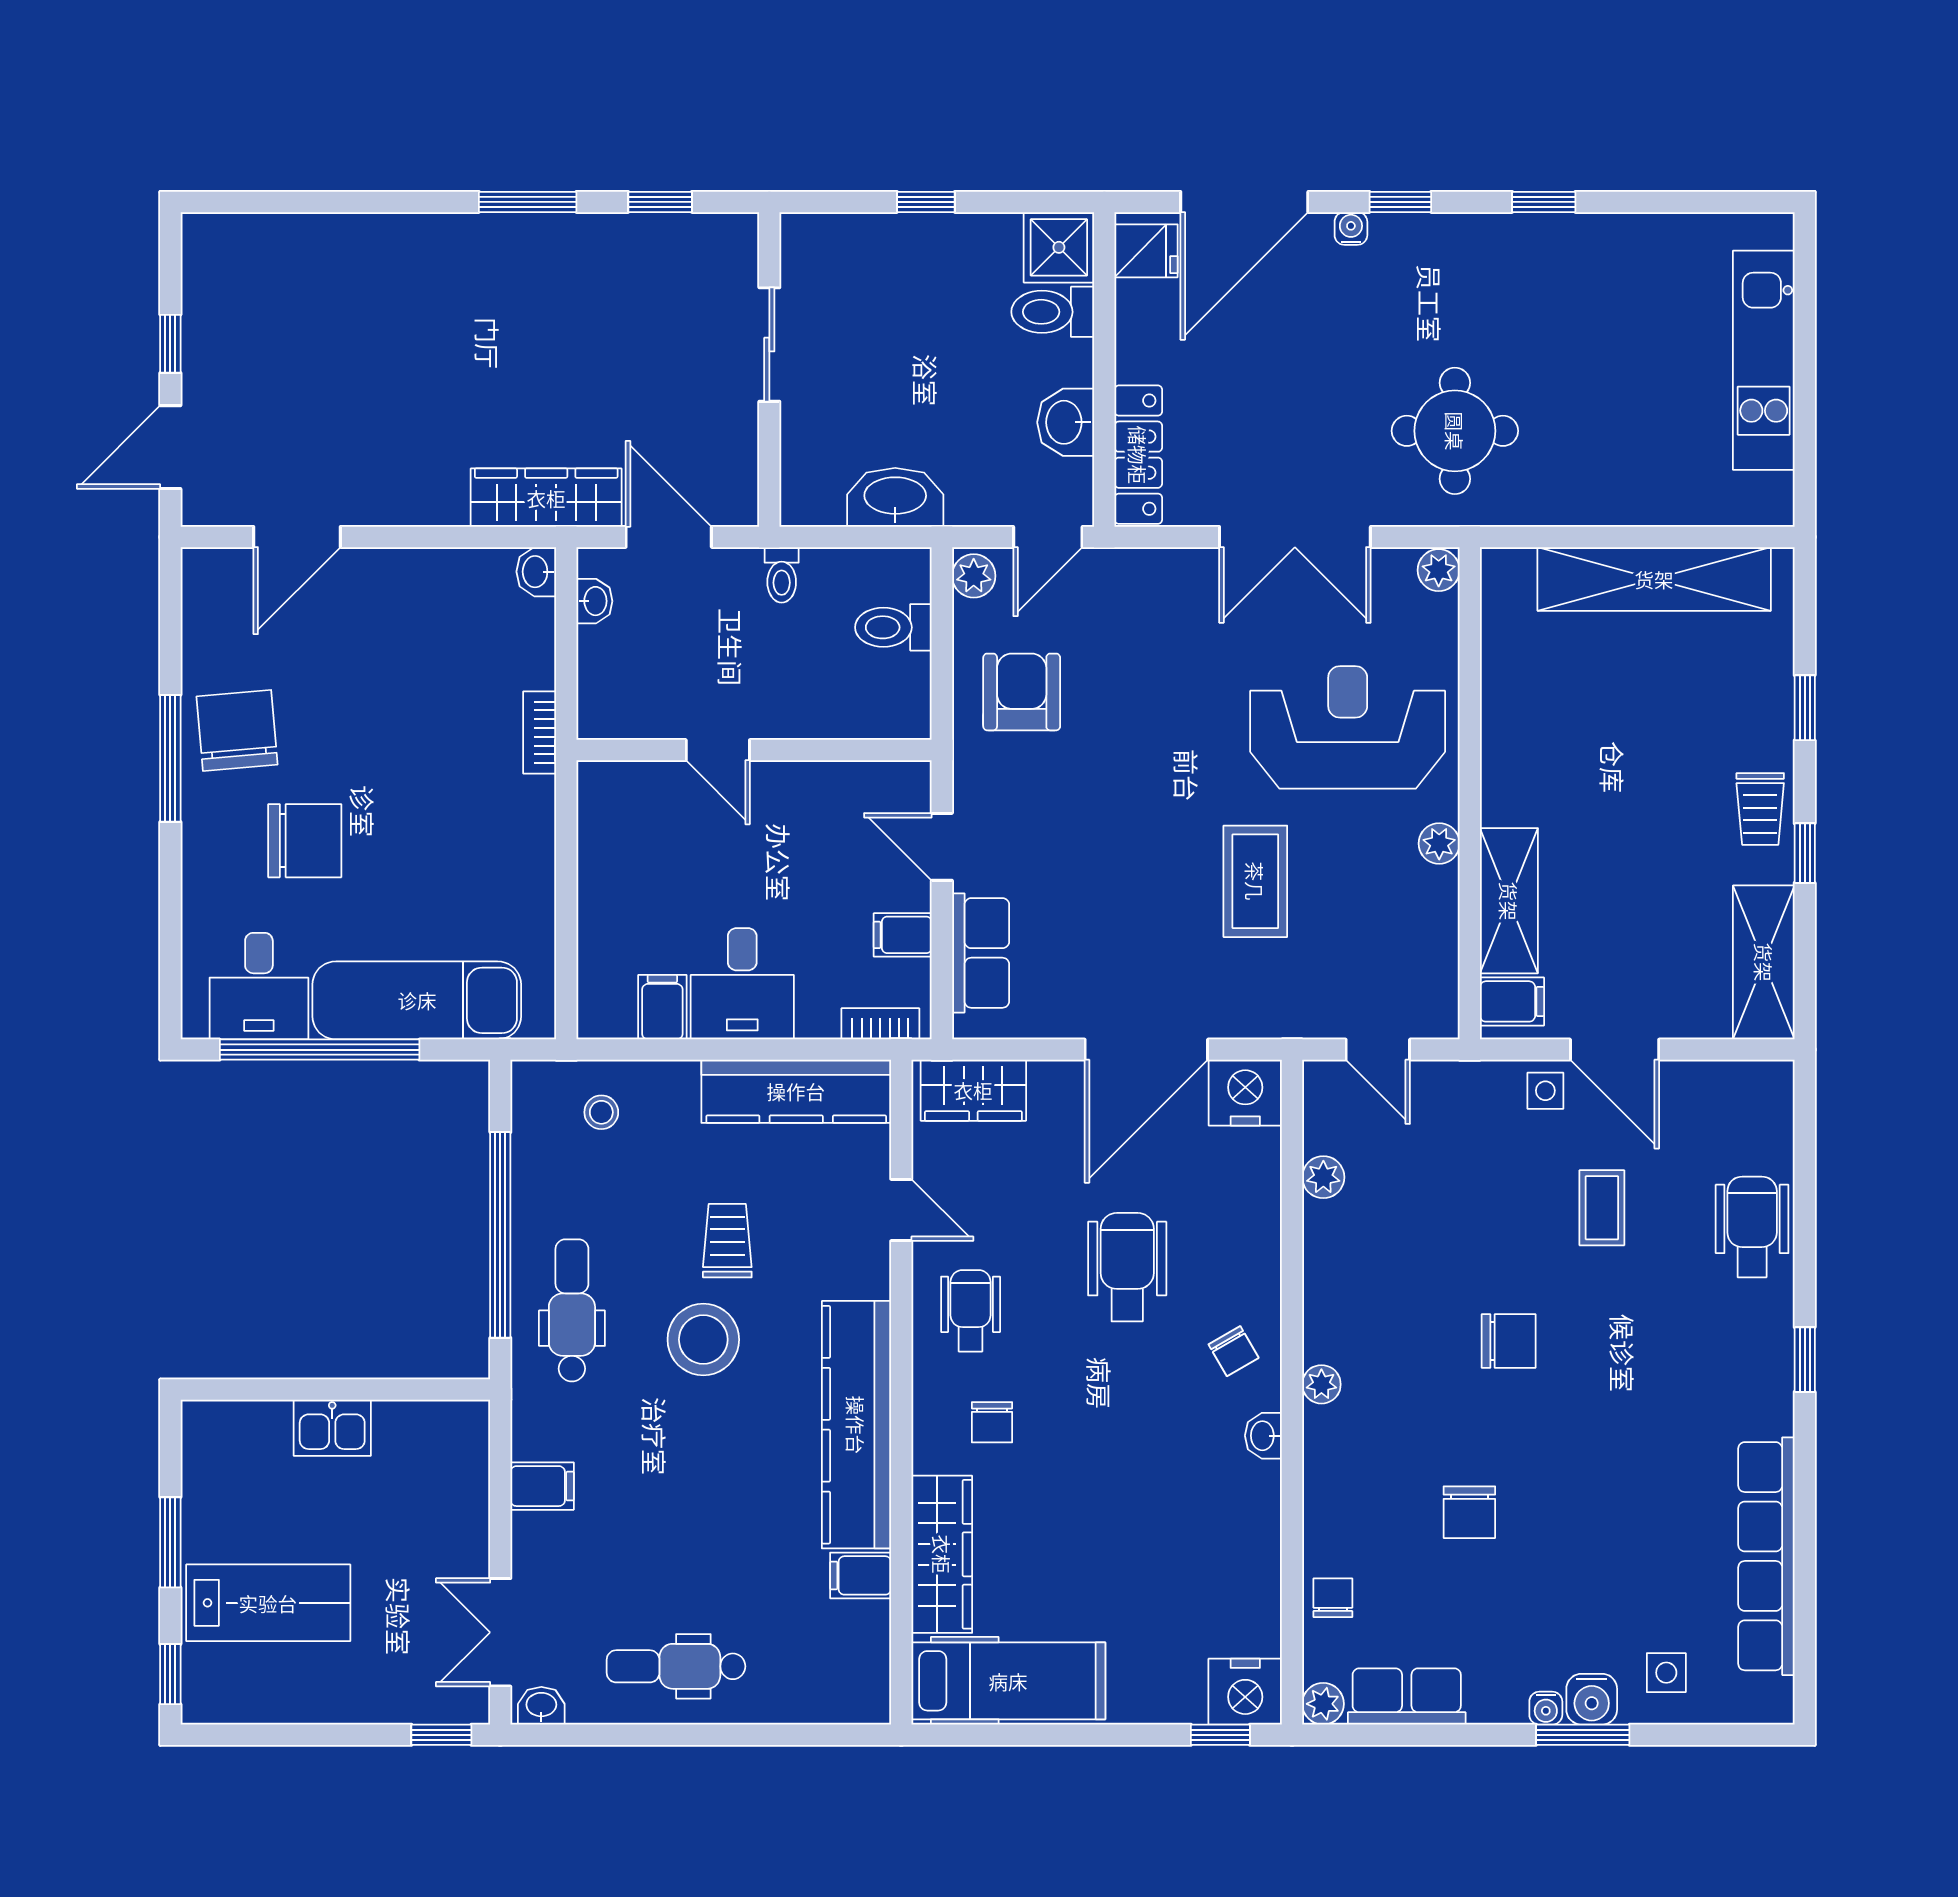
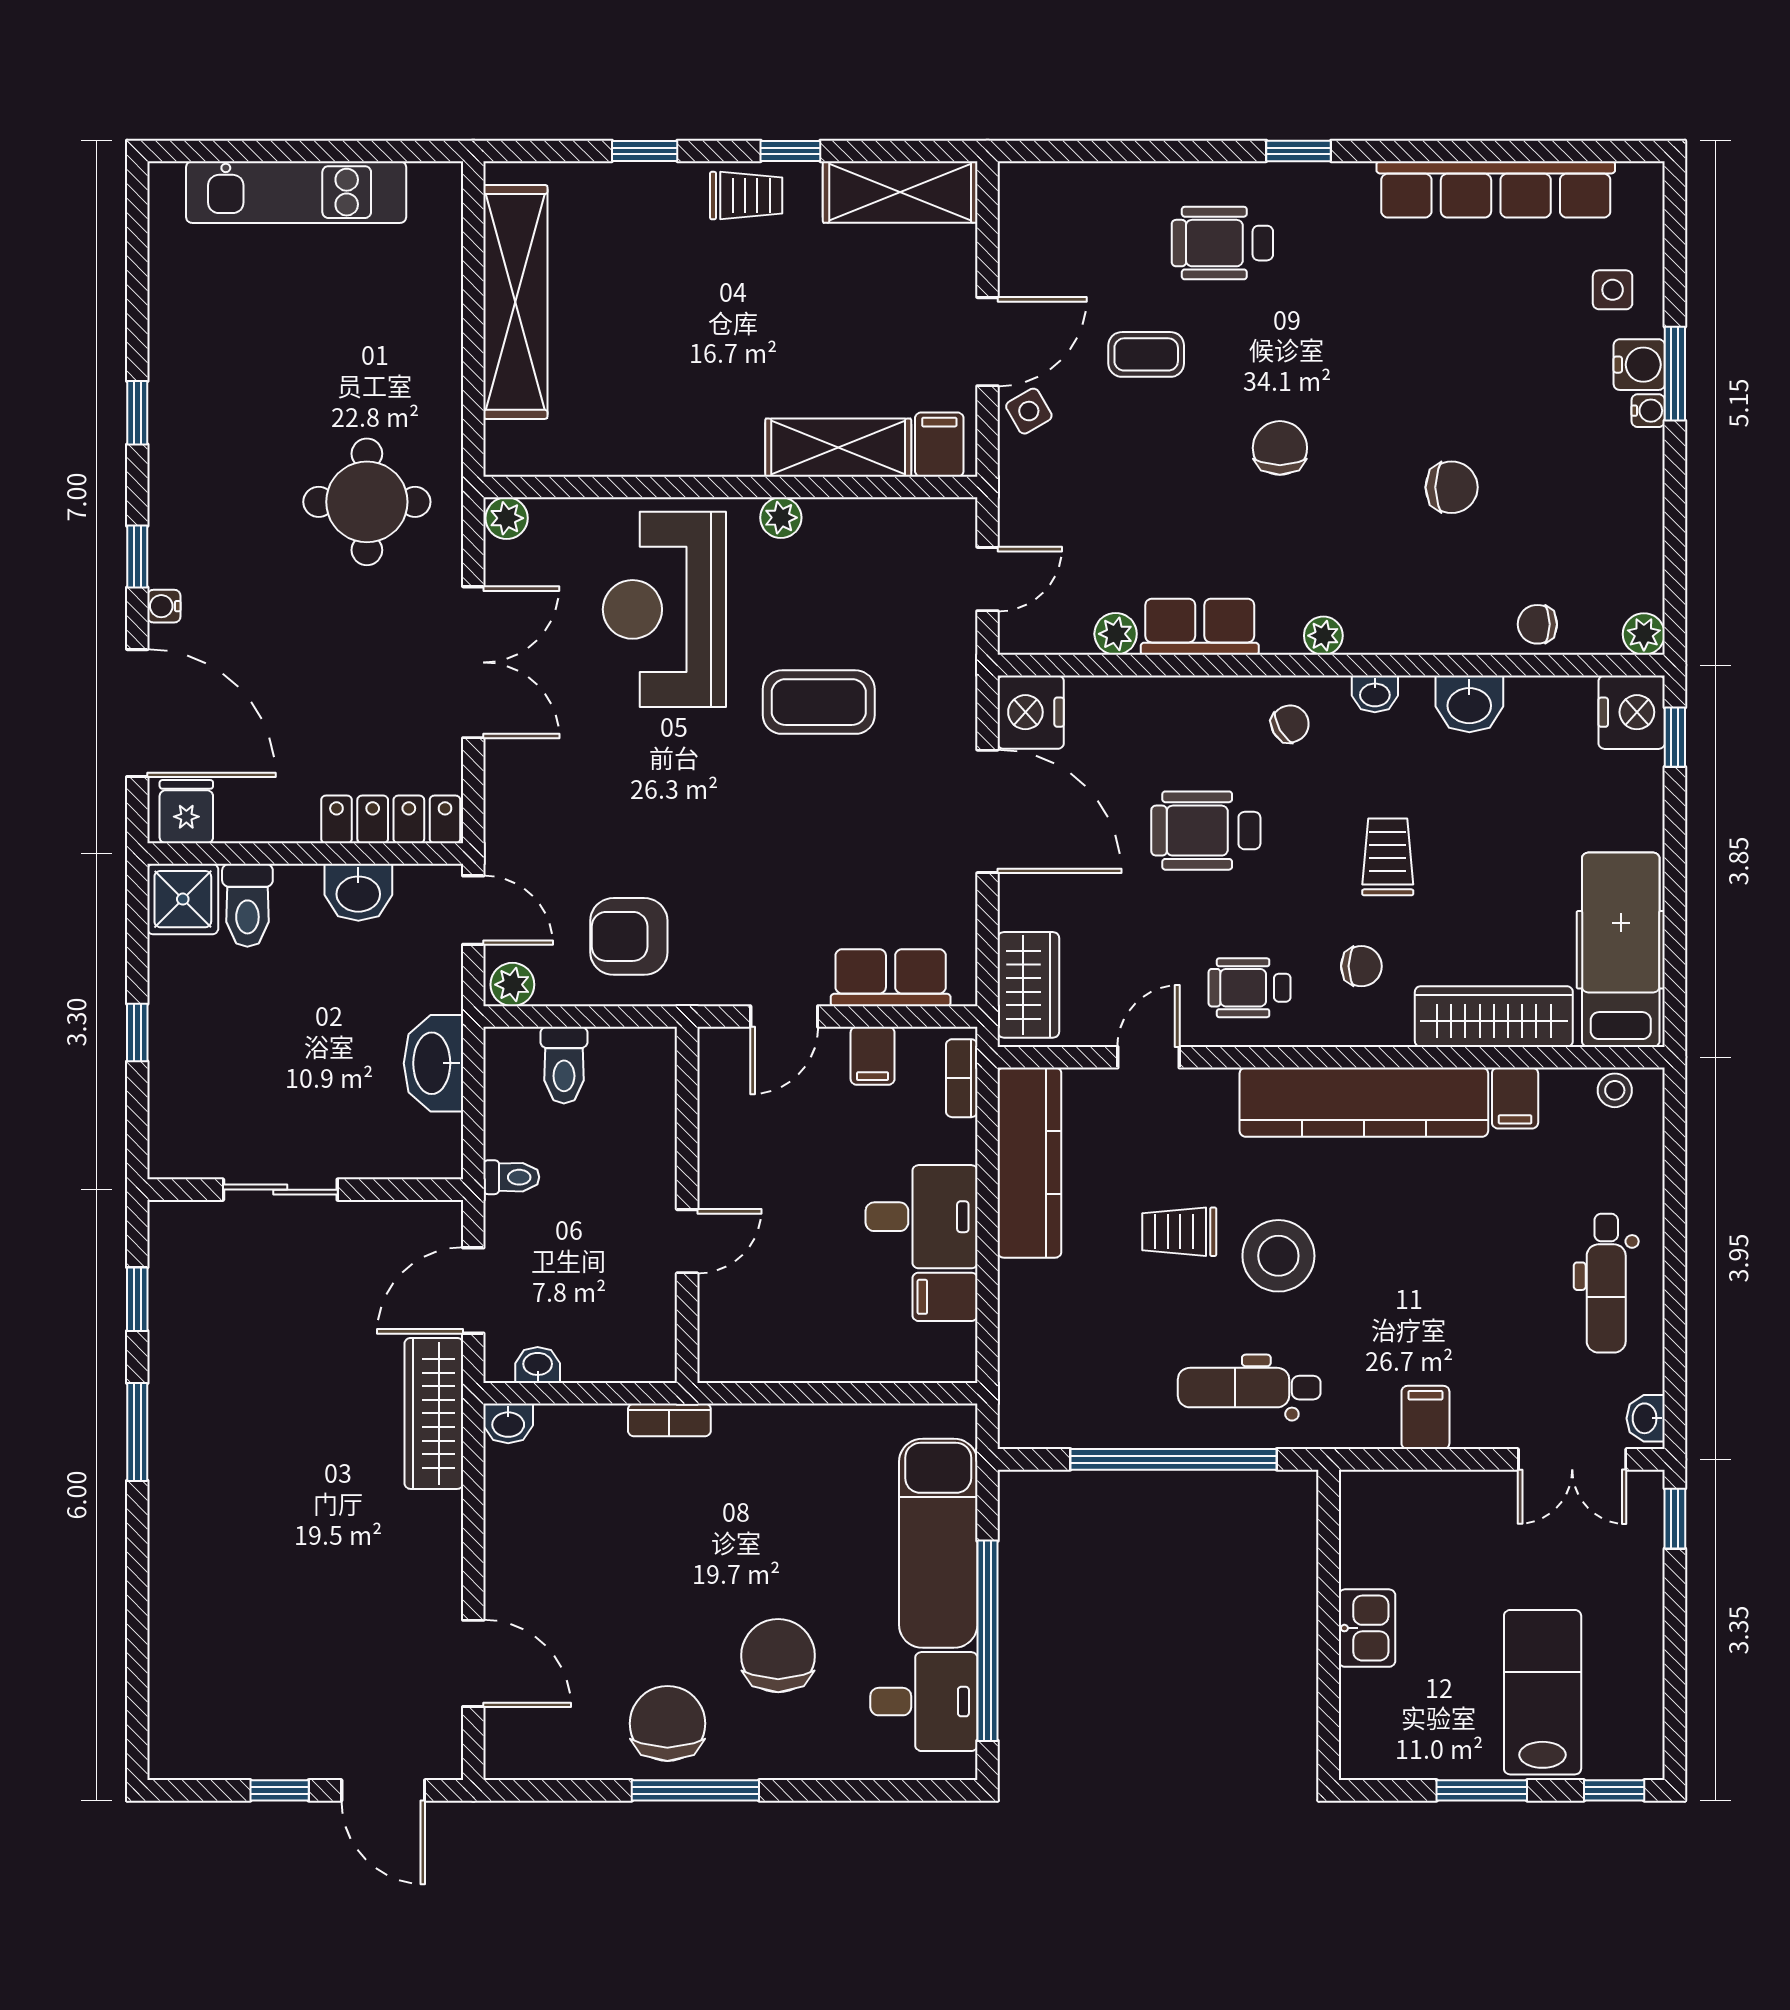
chair: (237, 730) -> (667, 1723), turned 95
side table: (1545, 1091) -> (1029, 411), turned -30
stool: (601, 1112) -> (1615, 1090), moved
wheelchair: (1752, 1227) -> (1222, 243), moved
trolley: (1101, 1449) -> (1388, 857), added
washbasin: (1253, 1530) -> (1469, 704), added
row of seats: (1407, 1696) -> (1200, 627), moved, turned 90

